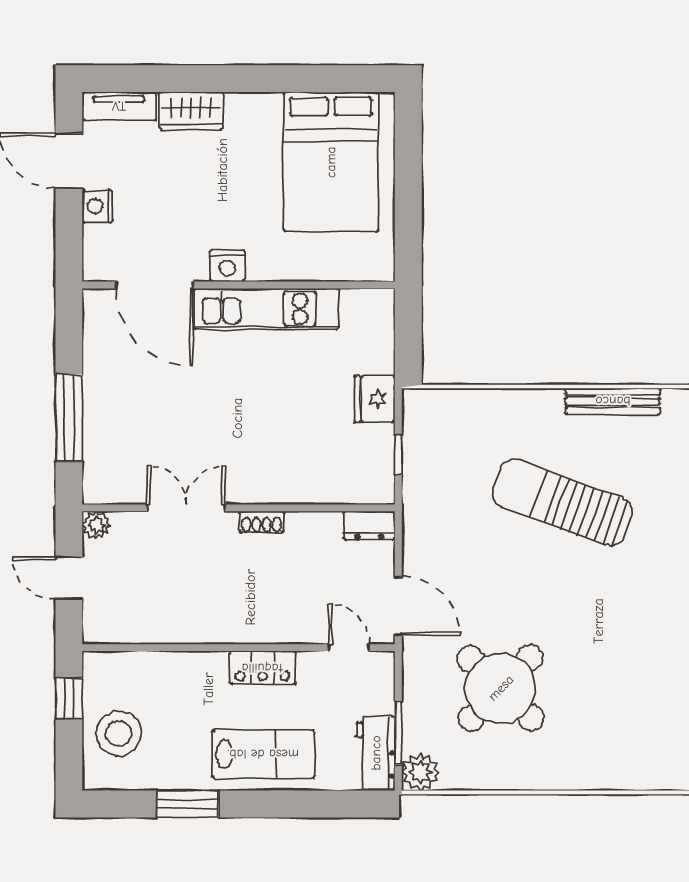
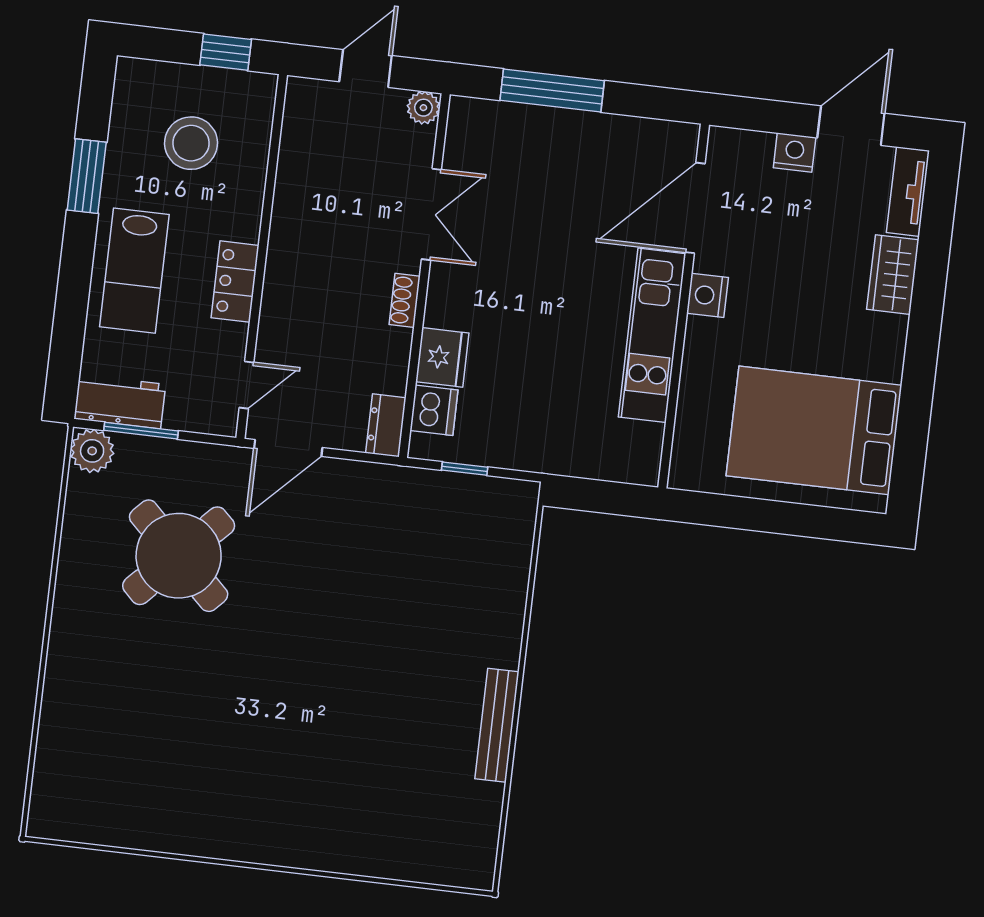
fridge: (375, 399) -> (442, 357), moved, turned 90
dishwasher: (352, 486) -> (434, 410), added
sun lounger: (562, 503) -> (386, 653), removed
stool: (119, 733) -> (191, 143), moved

